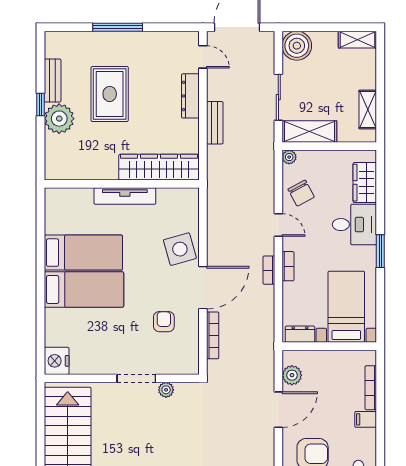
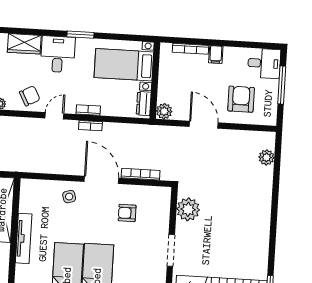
side table: (180, 249) -> (69, 197), width x0.54, depth x0.54
plant: (292, 375) -> (164, 111), moved
doorway: (136, 378) -> (171, 250), moved
plant: (166, 390) -> (188, 209), width x1.88, depth x1.88

